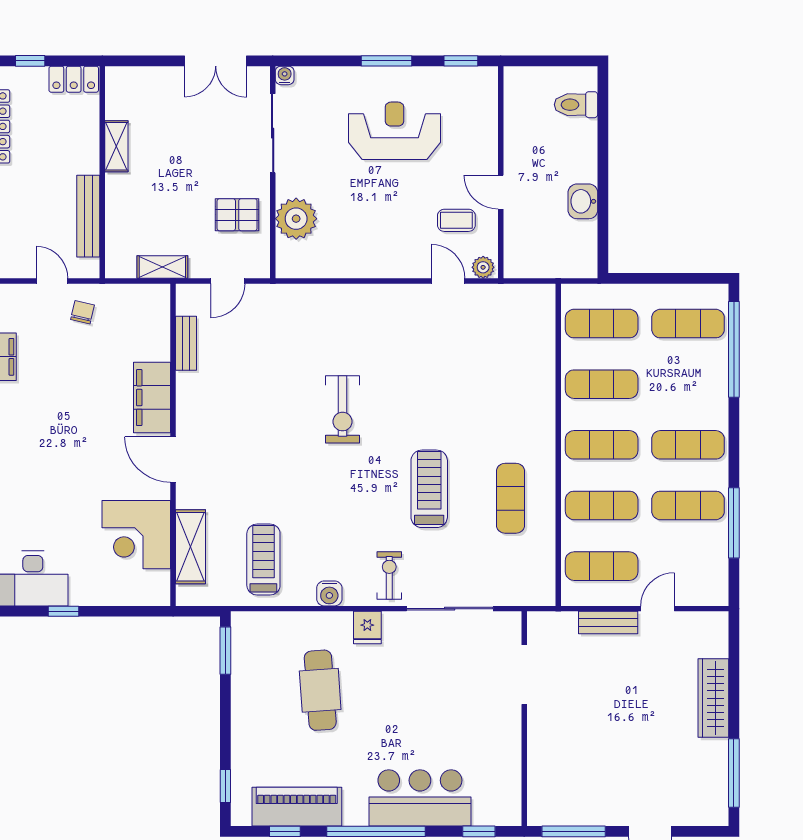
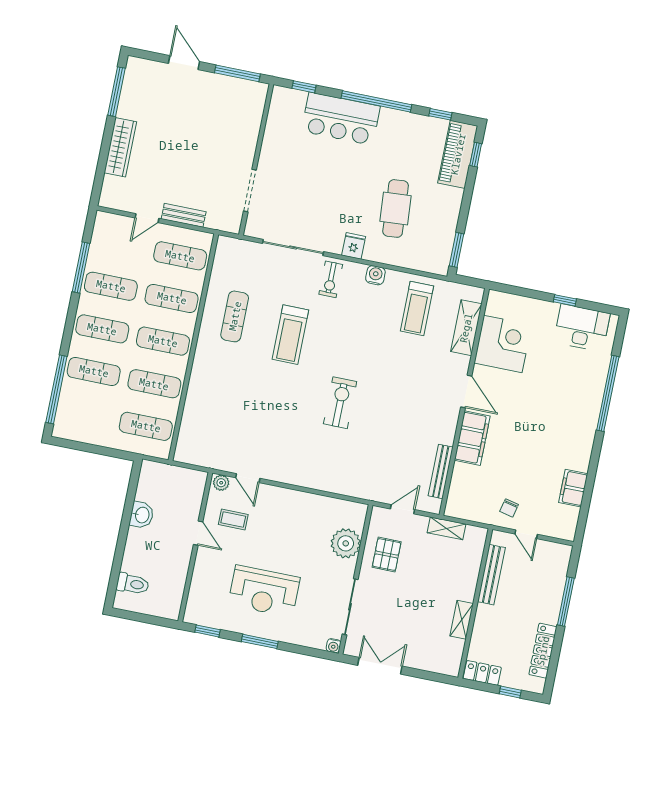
pallet: (237, 215) -> (387, 555), turned 90
exercise mat: (688, 324) -> (94, 371), moved
bench: (186, 343) -> (441, 471), width x1.36
piano: (297, 807) -> (458, 154), moved, turned 90

